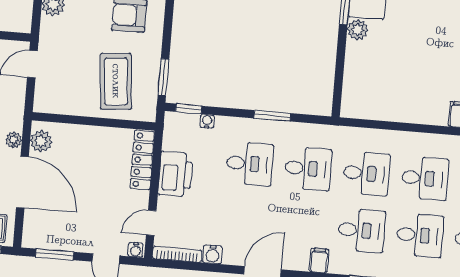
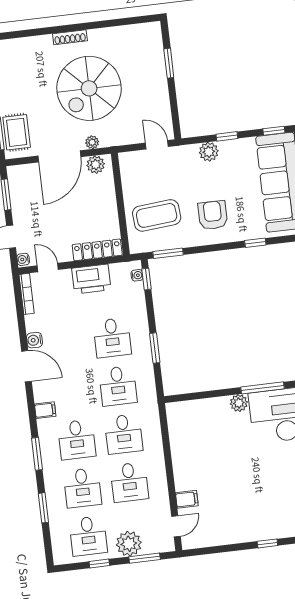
water cooler: (207, 121) -> (137, 275), moved
water cooler: (213, 254) -> (34, 340), moved

